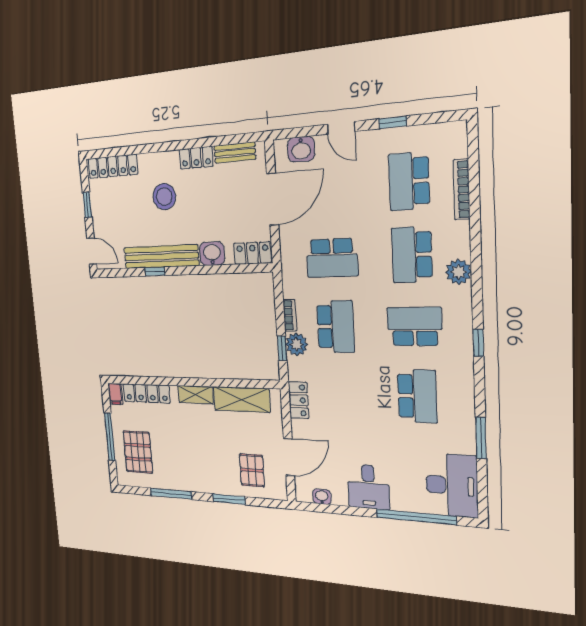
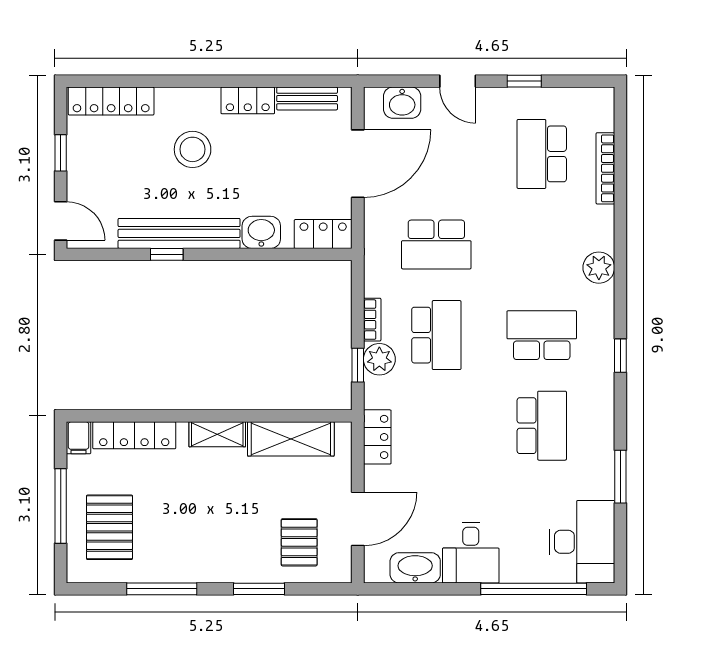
school desk: (412, 255) -> (542, 245), removed
washbasin: (322, 497) -> (415, 568), width x1.91, depth x1.45

